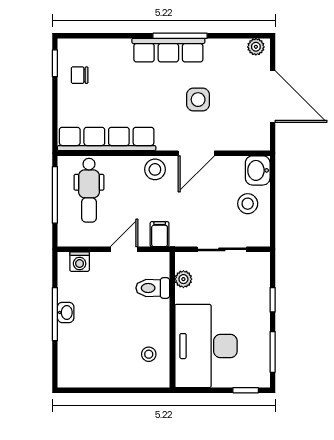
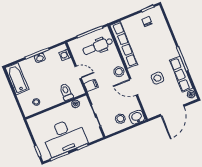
row of seats: (168, 50) -> (181, 74), moved
desk: (206, 346) -> (64, 137), moved, turned 180
bathtub: (88, 373) -> (17, 79), added

